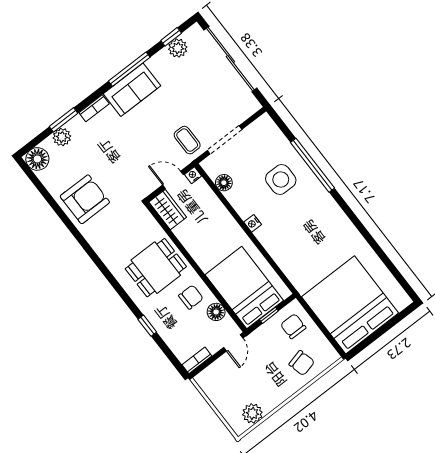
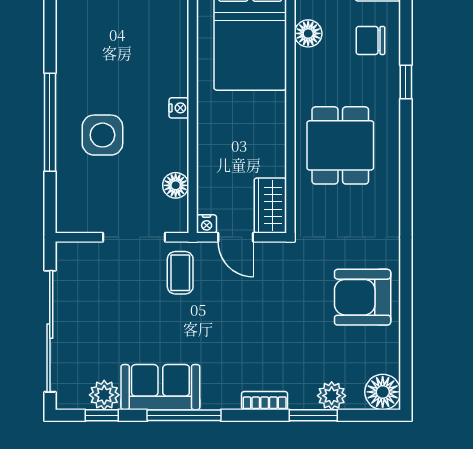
sofa: (132, 90) -> (160, 387), moved
dining table: (156, 268) -> (340, 145), turned 90
chair: (191, 297) -> (370, 40), moved

